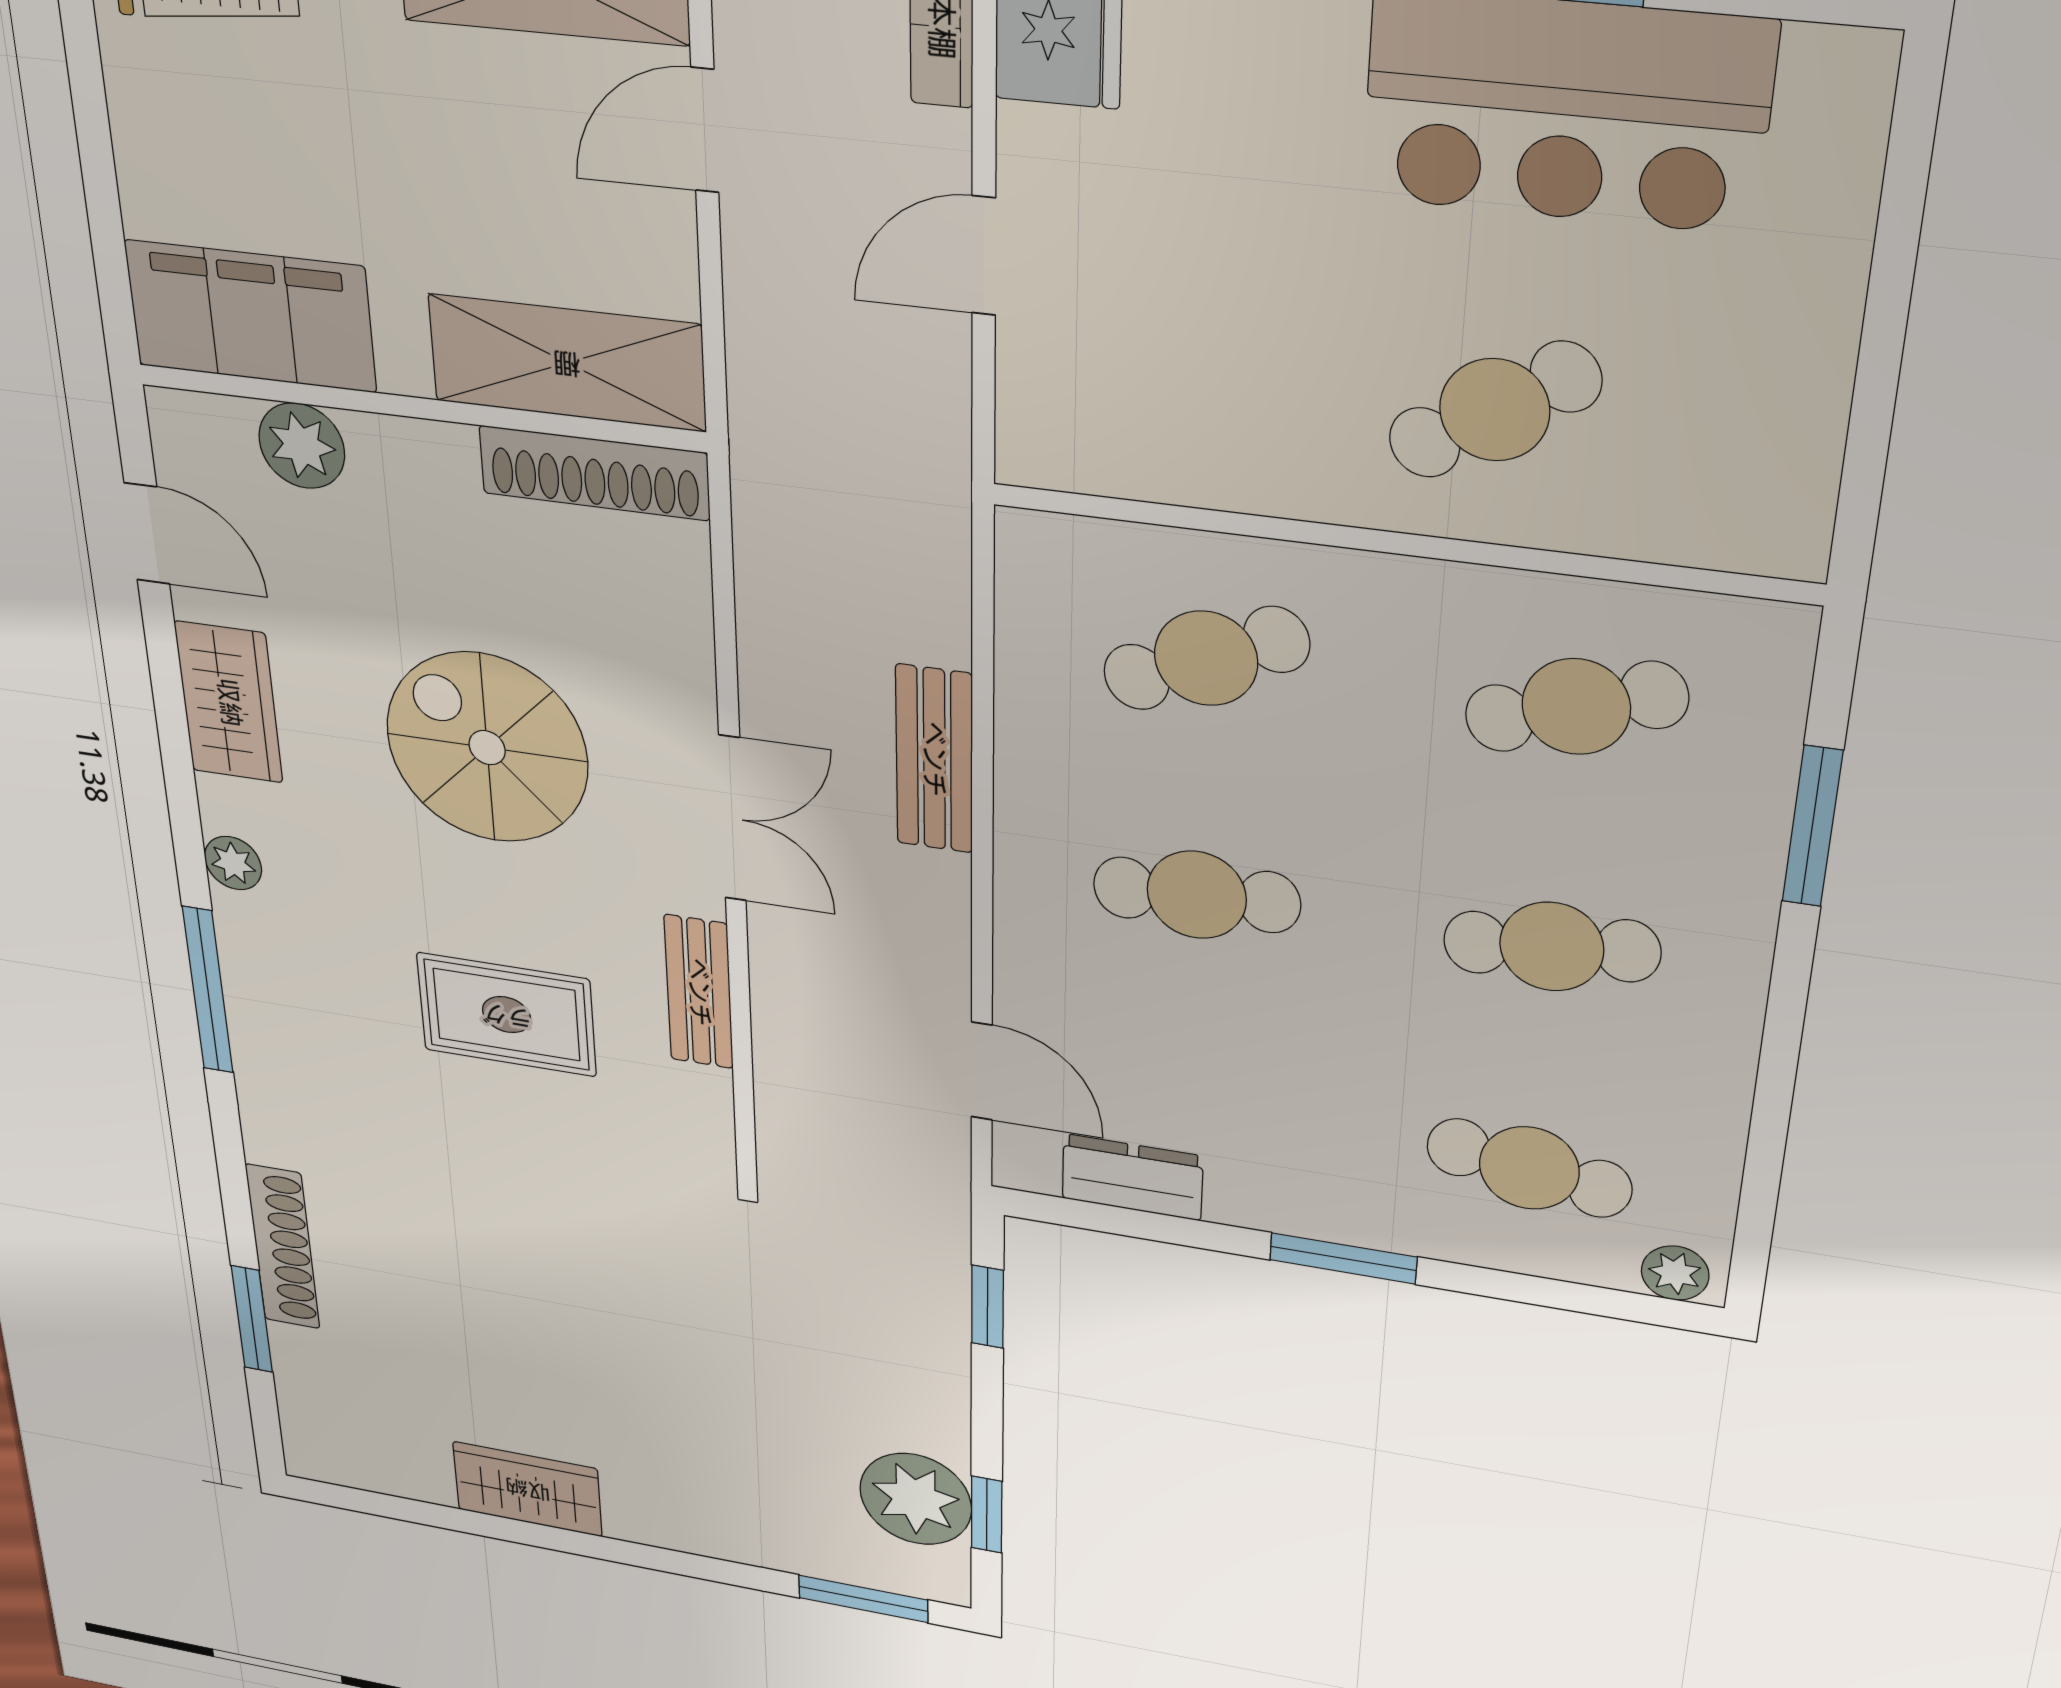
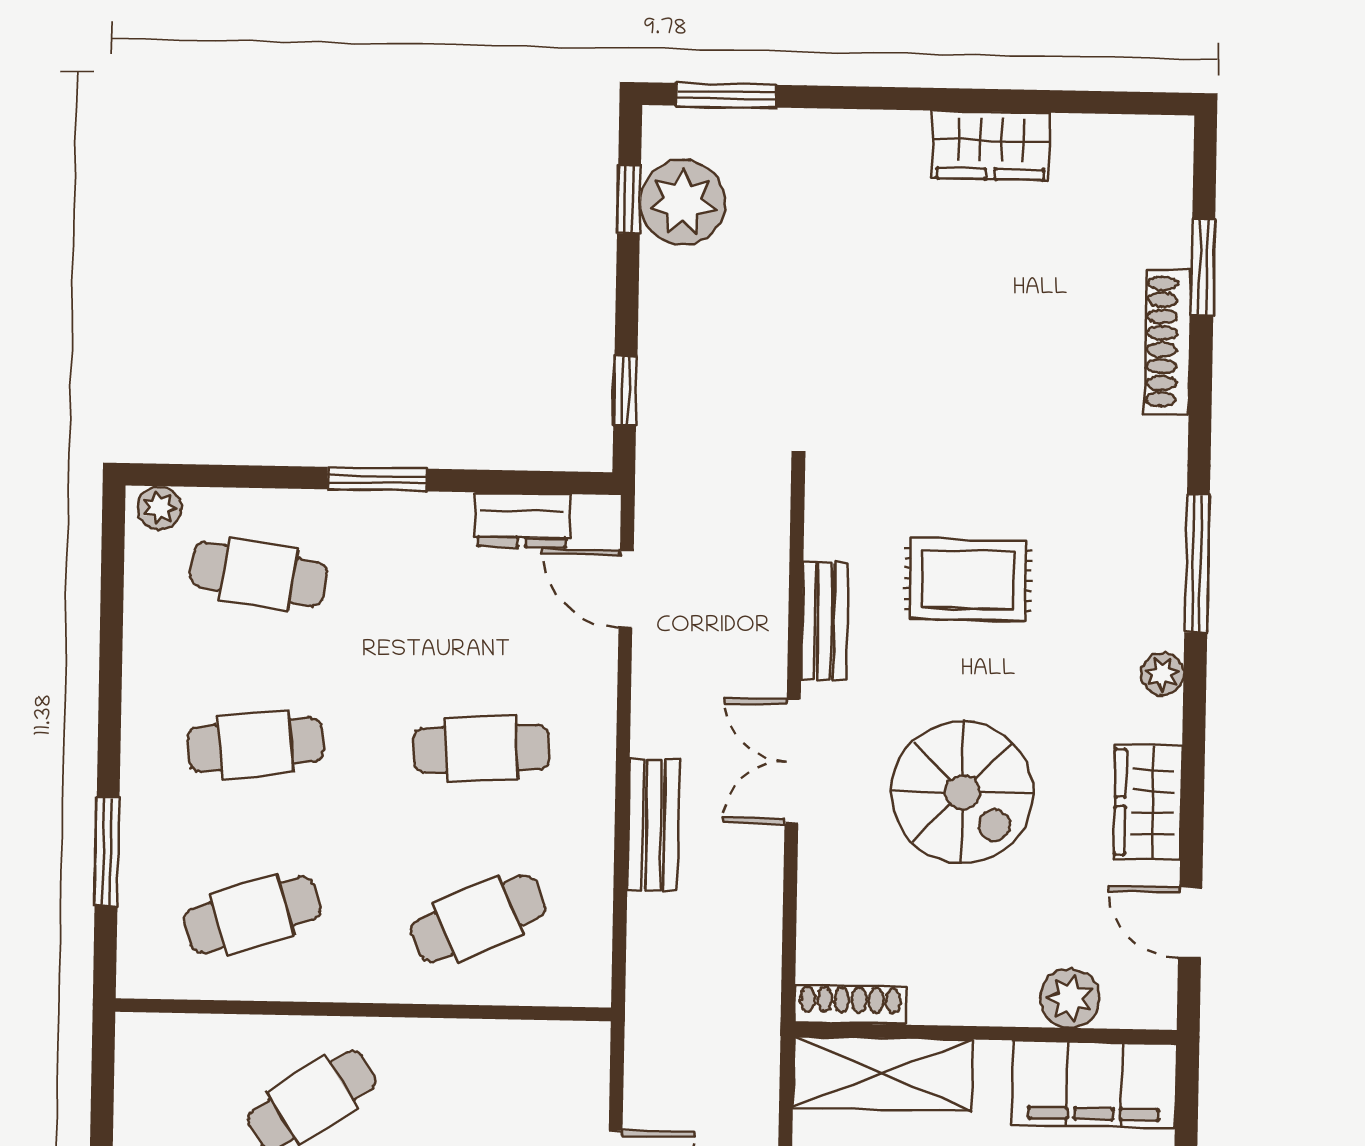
shoe rack: (594, 473) -> (850, 1005), width x0.74, depth x0.81

